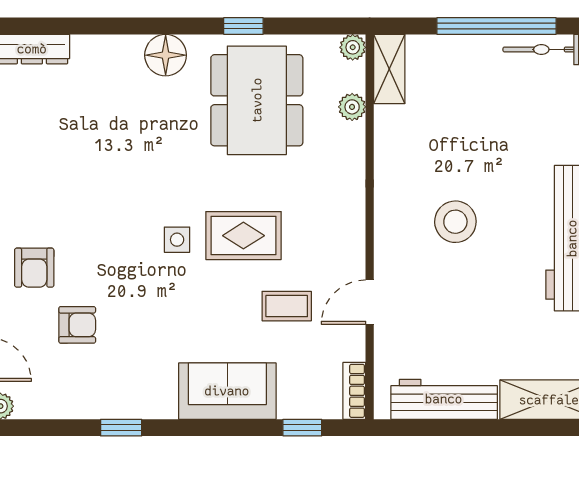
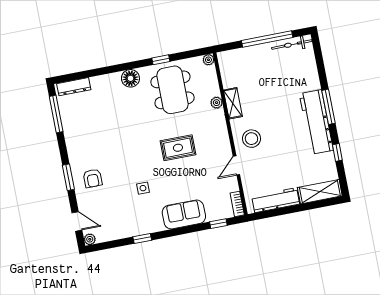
shelving: (389, 69) -> (233, 103), moved
plant: (352, 107) -> (216, 103), moved
stool: (455, 222) -> (251, 139), moved
side table: (177, 240) -> (143, 188), moved
coffee table: (287, 306) -> (202, 174), removed
armchair: (77, 325) -> (115, 199), removed

